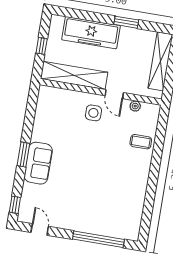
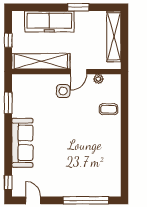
door: (114, 94) -> (79, 72), hinge flipped
window: (23, 154) -> (8, 103), moved
sofa: (38, 163) -> (22, 143), width x1.36

